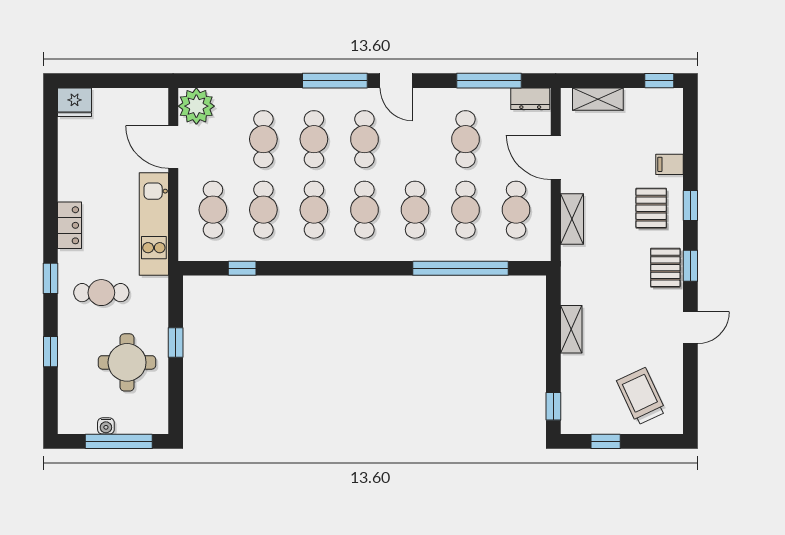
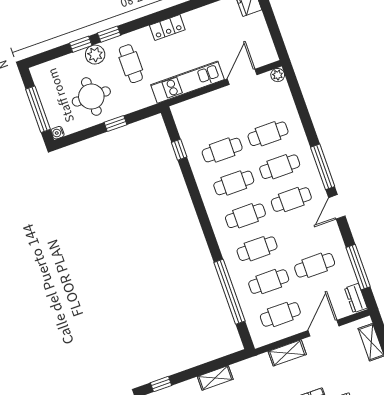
plant: (196, 106) -> (278, 75), width x0.53, depth x0.53
cafe table: (213, 210) -> (210, 117), removed
window: (51, 278) -> (109, 34), moved
plant: (72, 337) -> (95, 55), added
water cooler: (106, 426) -> (58, 133), moved

